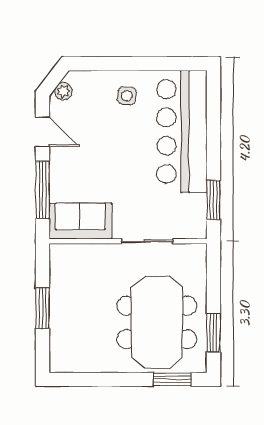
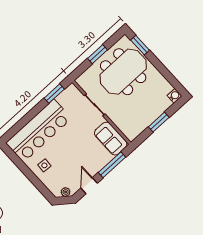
window: (213, 333) -> (98, 54), moved
water cooler: (59, 363) -> (174, 96), added

